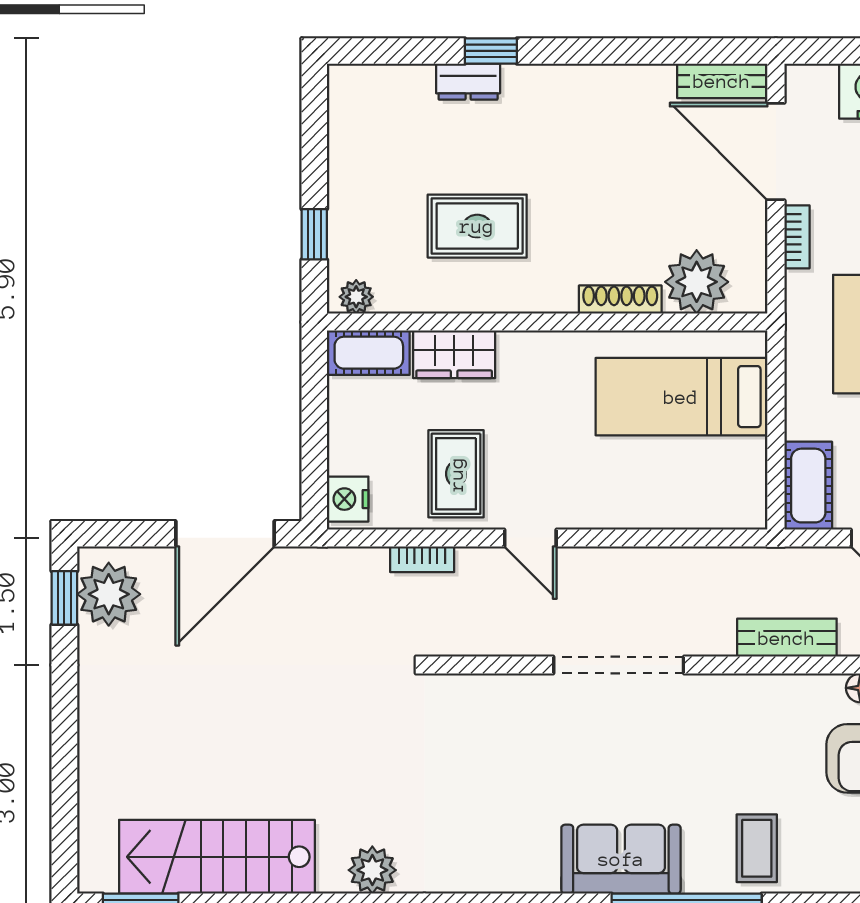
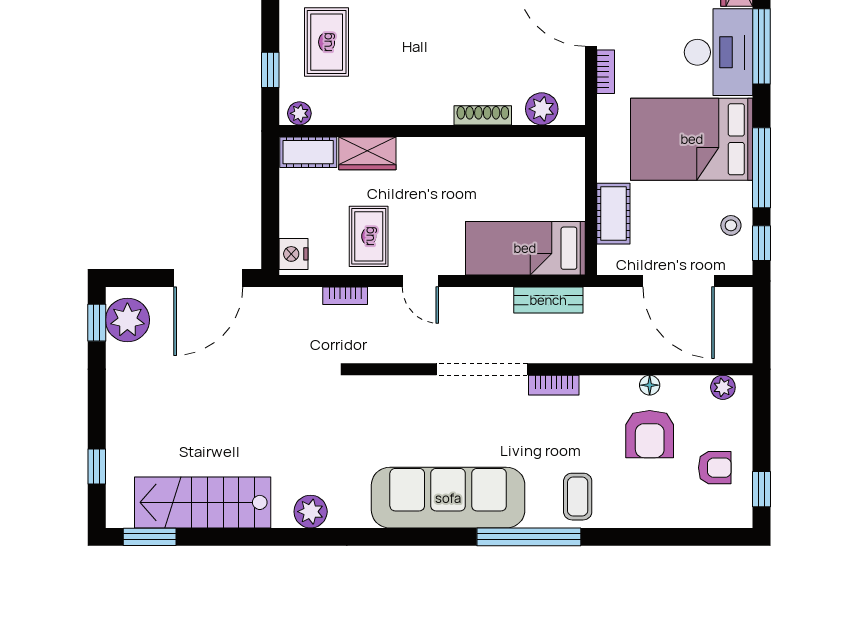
rug: (477, 226) -> (327, 42), moved, turned 90
plant: (697, 282) -> (542, 109), width x0.73, depth x0.73
bed: (681, 397) -> (525, 248), moved
cot: (808, 486) -> (613, 214), moved
bench: (787, 638) -> (548, 300), moved
bookcase: (722, 688) -> (554, 385), added
window: (64, 805) -> (97, 466), added
sofa: (621, 859) -> (448, 498), width x1.85, depth x1.27

